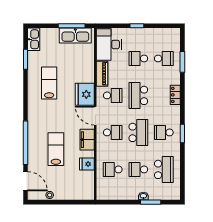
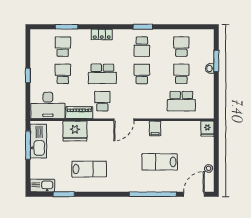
school desk: (138, 58) -> (63, 74), turned 180
lab bench: (49, 83) -> (89, 169), turned 180
fridge: (85, 94) -> (75, 131), moved
school desk: (113, 132) -> (142, 101), removed
school desk: (138, 132) -> (142, 74), width x0.54
filing cabinet: (87, 140) -> (155, 128), width x0.50
fridge: (87, 164) -> (207, 129), moved
school desk: (113, 169) -> (181, 101), width x1.85
school desk: (138, 169) -> (181, 74), turned 180
school desk: (164, 169) -> (181, 47), width x0.54

